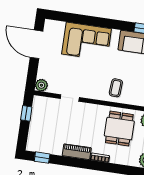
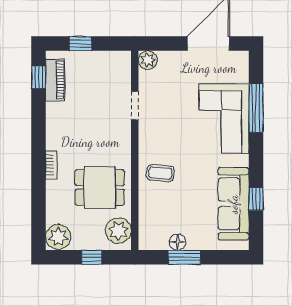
window: (83, 20) -> (256, 108), added
window: (26, 113) -> (80, 44), moved
piano: (77, 152) -> (55, 80), moved

